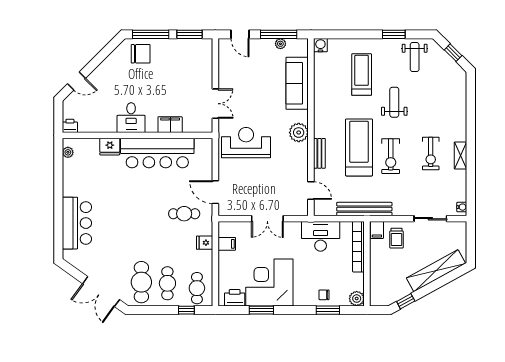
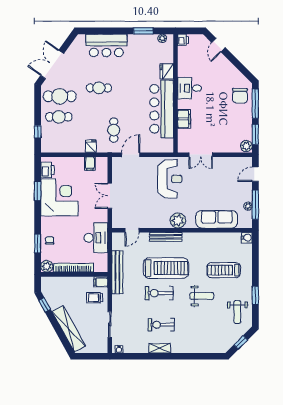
plant: (204, 46) -> (246, 146), added
weight bench: (415, 57) -> (237, 312), turned -90
treadmill: (362, 75) -> (224, 270), turned 180
bench: (319, 153) -> (166, 237), width x1.36
window: (58, 176) -> (143, 31), added
bookcase: (358, 247) -> (74, 268), moved
cafe table: (197, 288) -> (99, 88), moved

